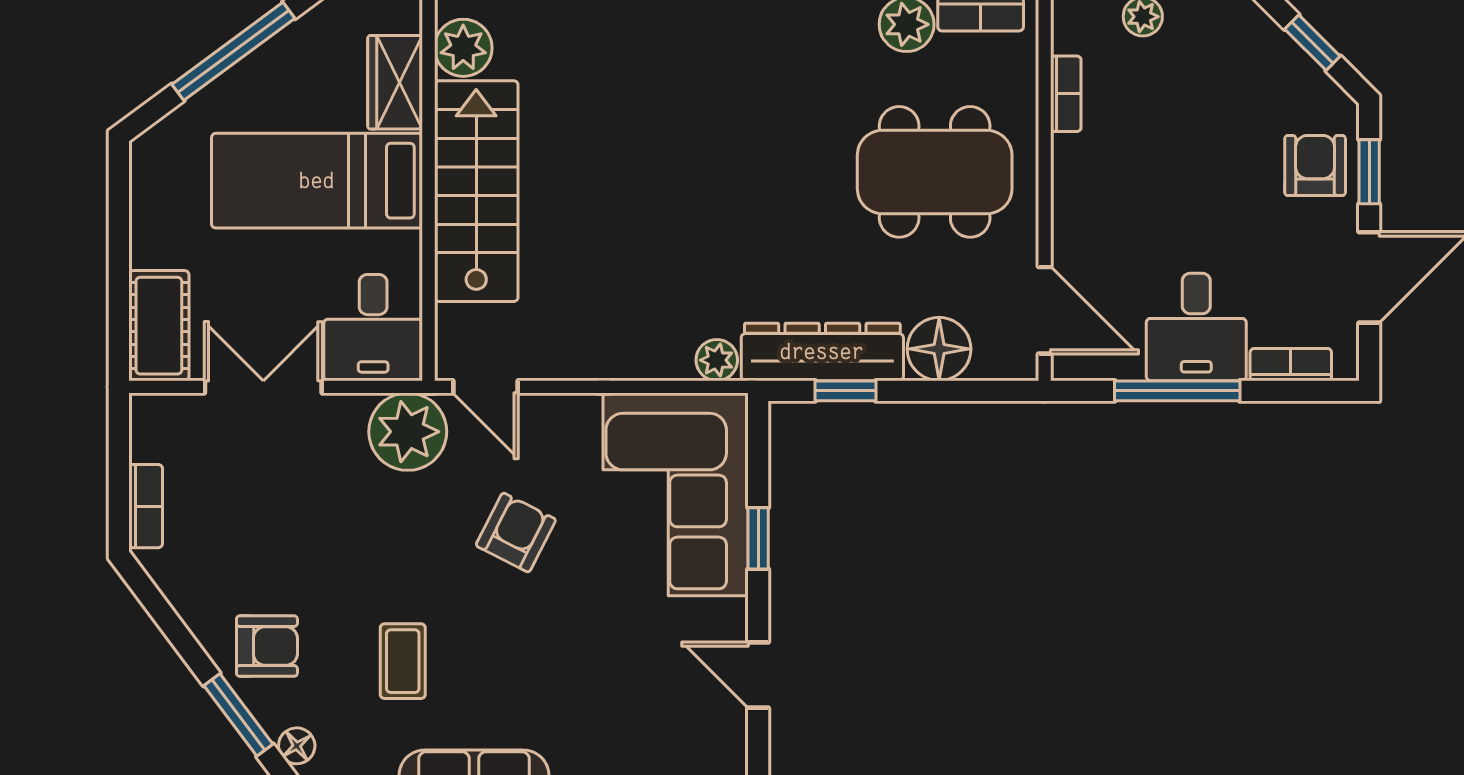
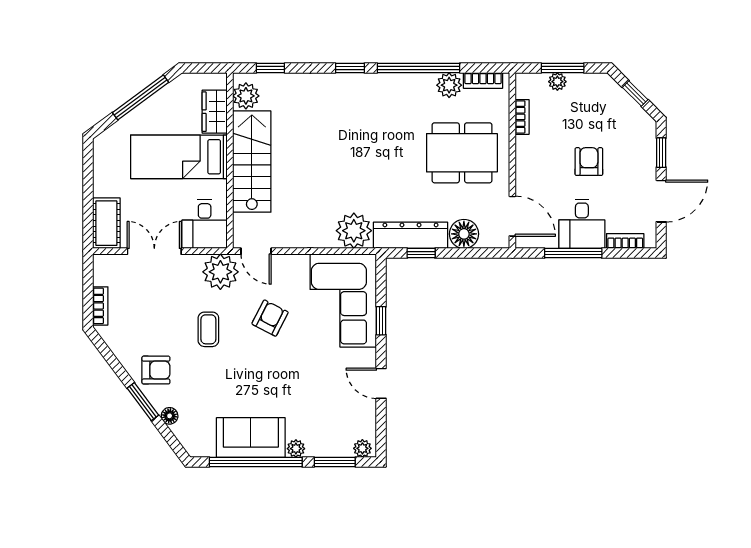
armchair: (1315, 165) -> (589, 162), moved
plant: (717, 360) -> (354, 231), width x1.87, depth x1.87
coffee table: (403, 661) -> (208, 329), moved

